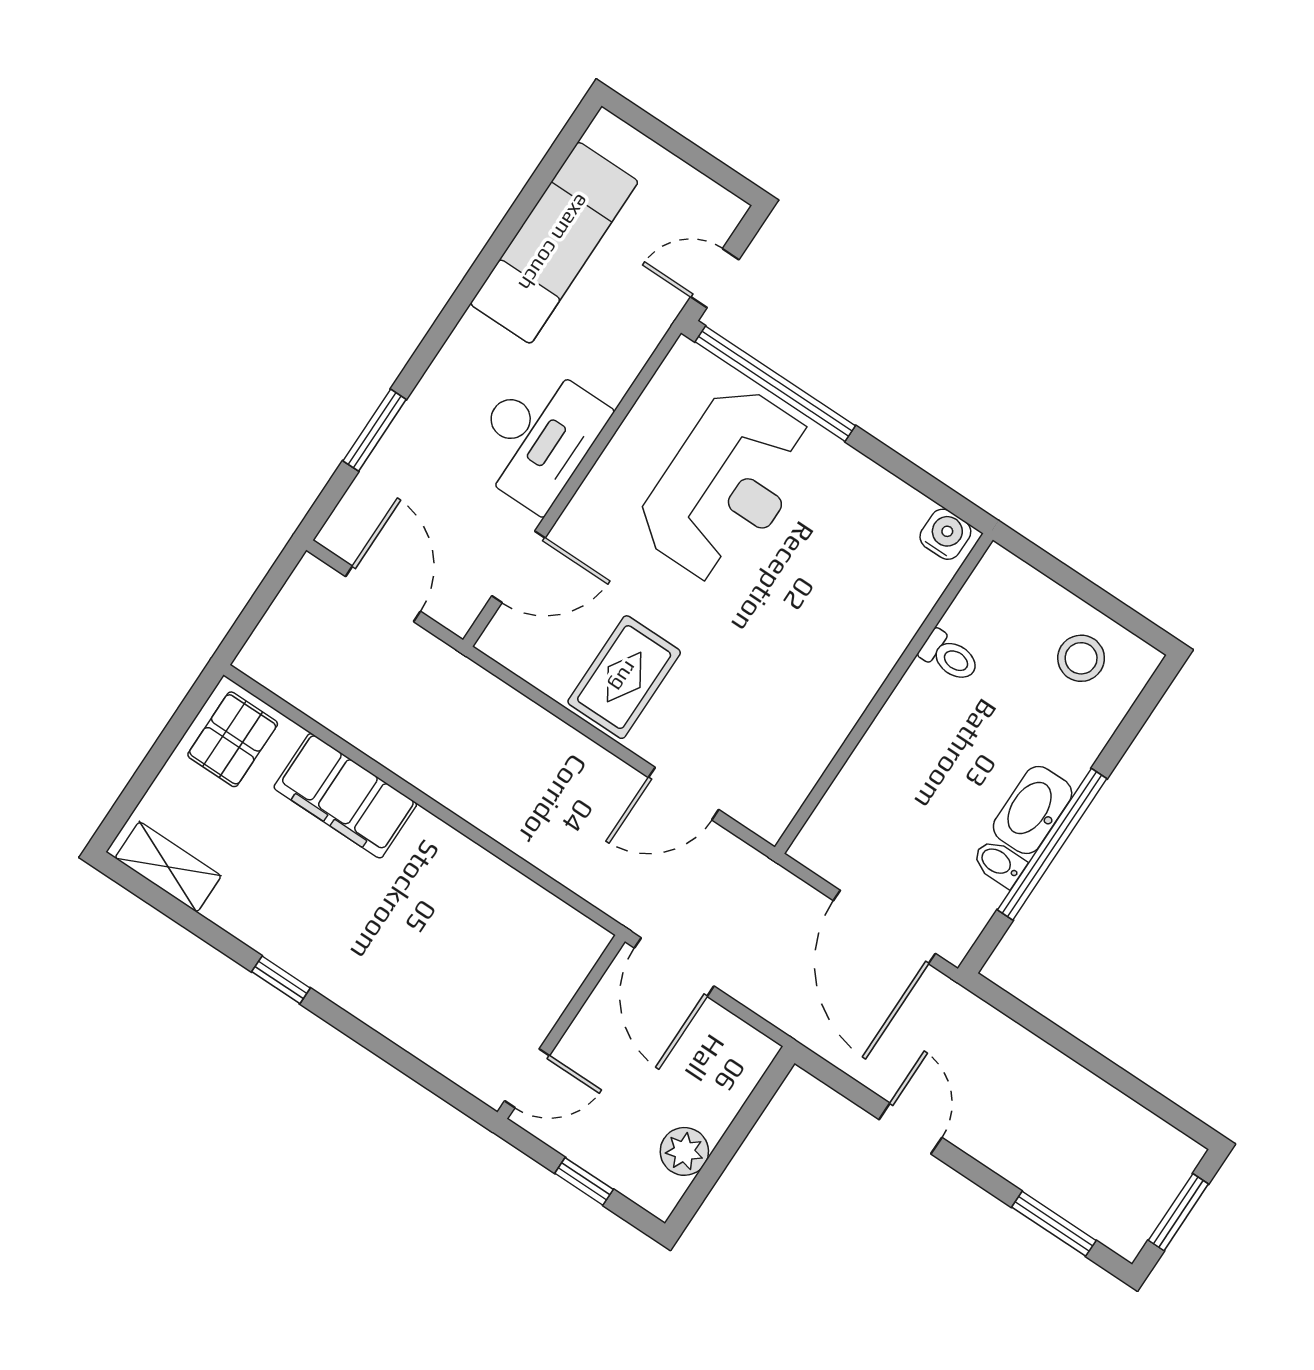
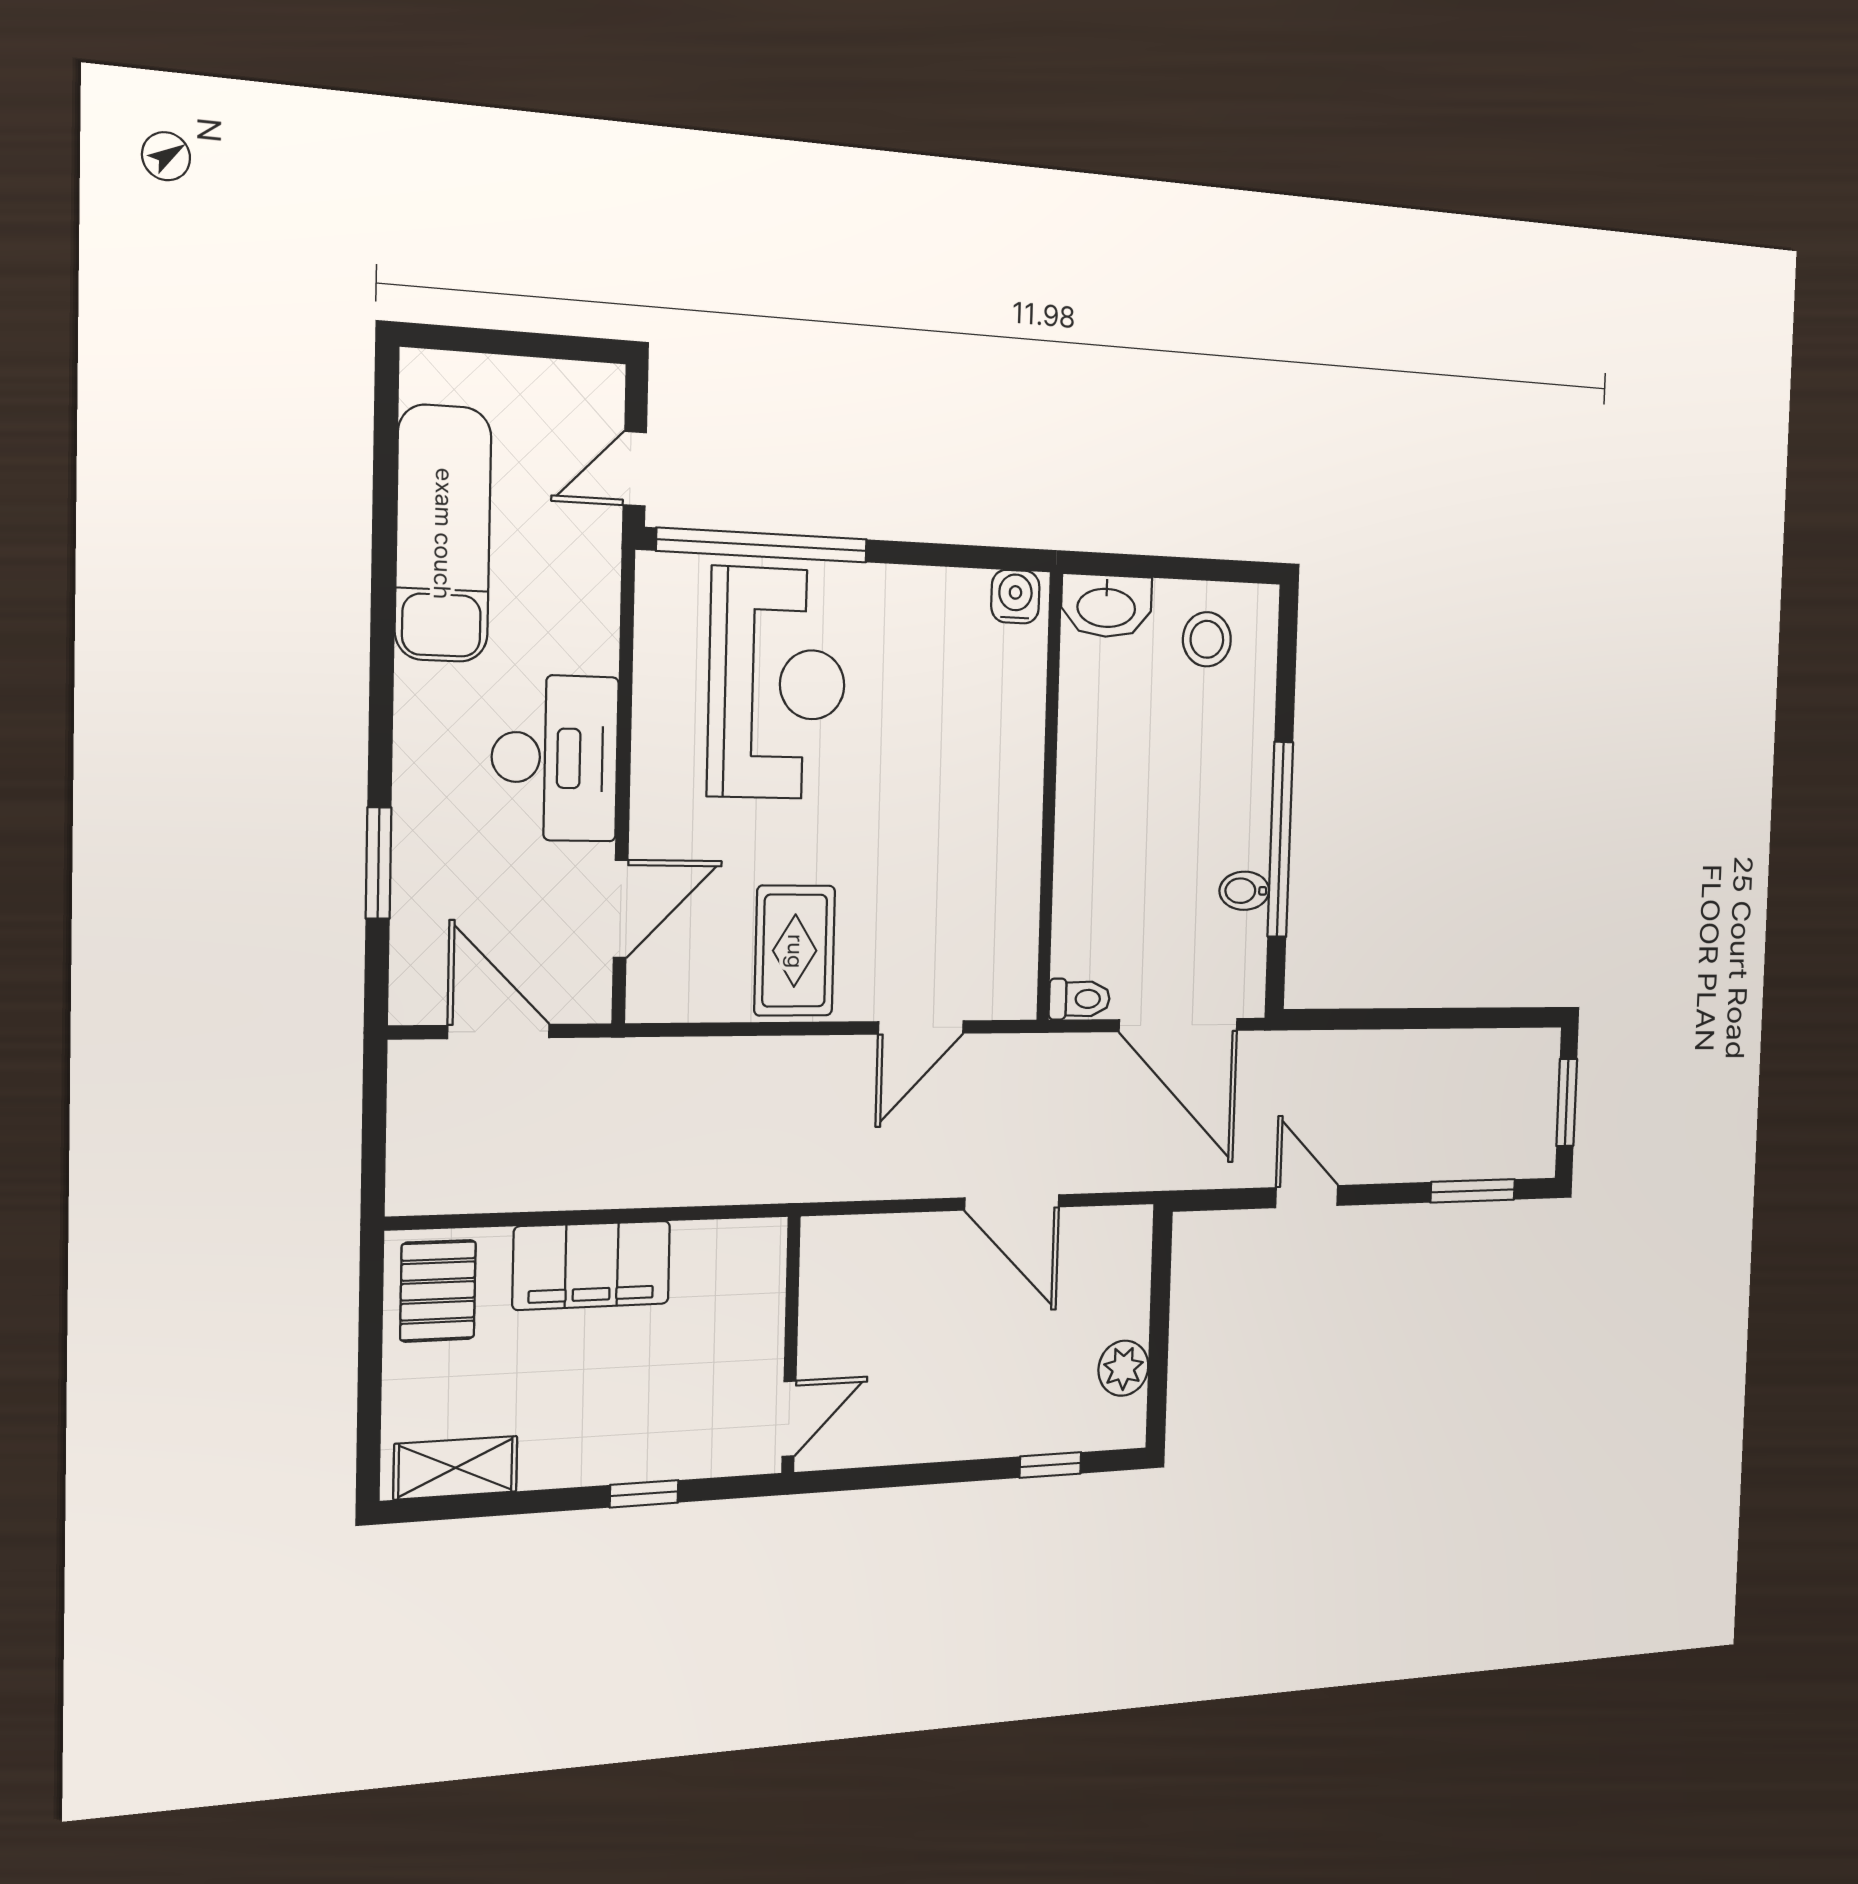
toilet: (949, 656) -> (1079, 999), moved
washbasin: (1033, 810) -> (1106, 606), moved, turned -90
wall: (561, 1027) -> (791, 1345), moved
door: (527, 1078) -> (789, 1419), moved

